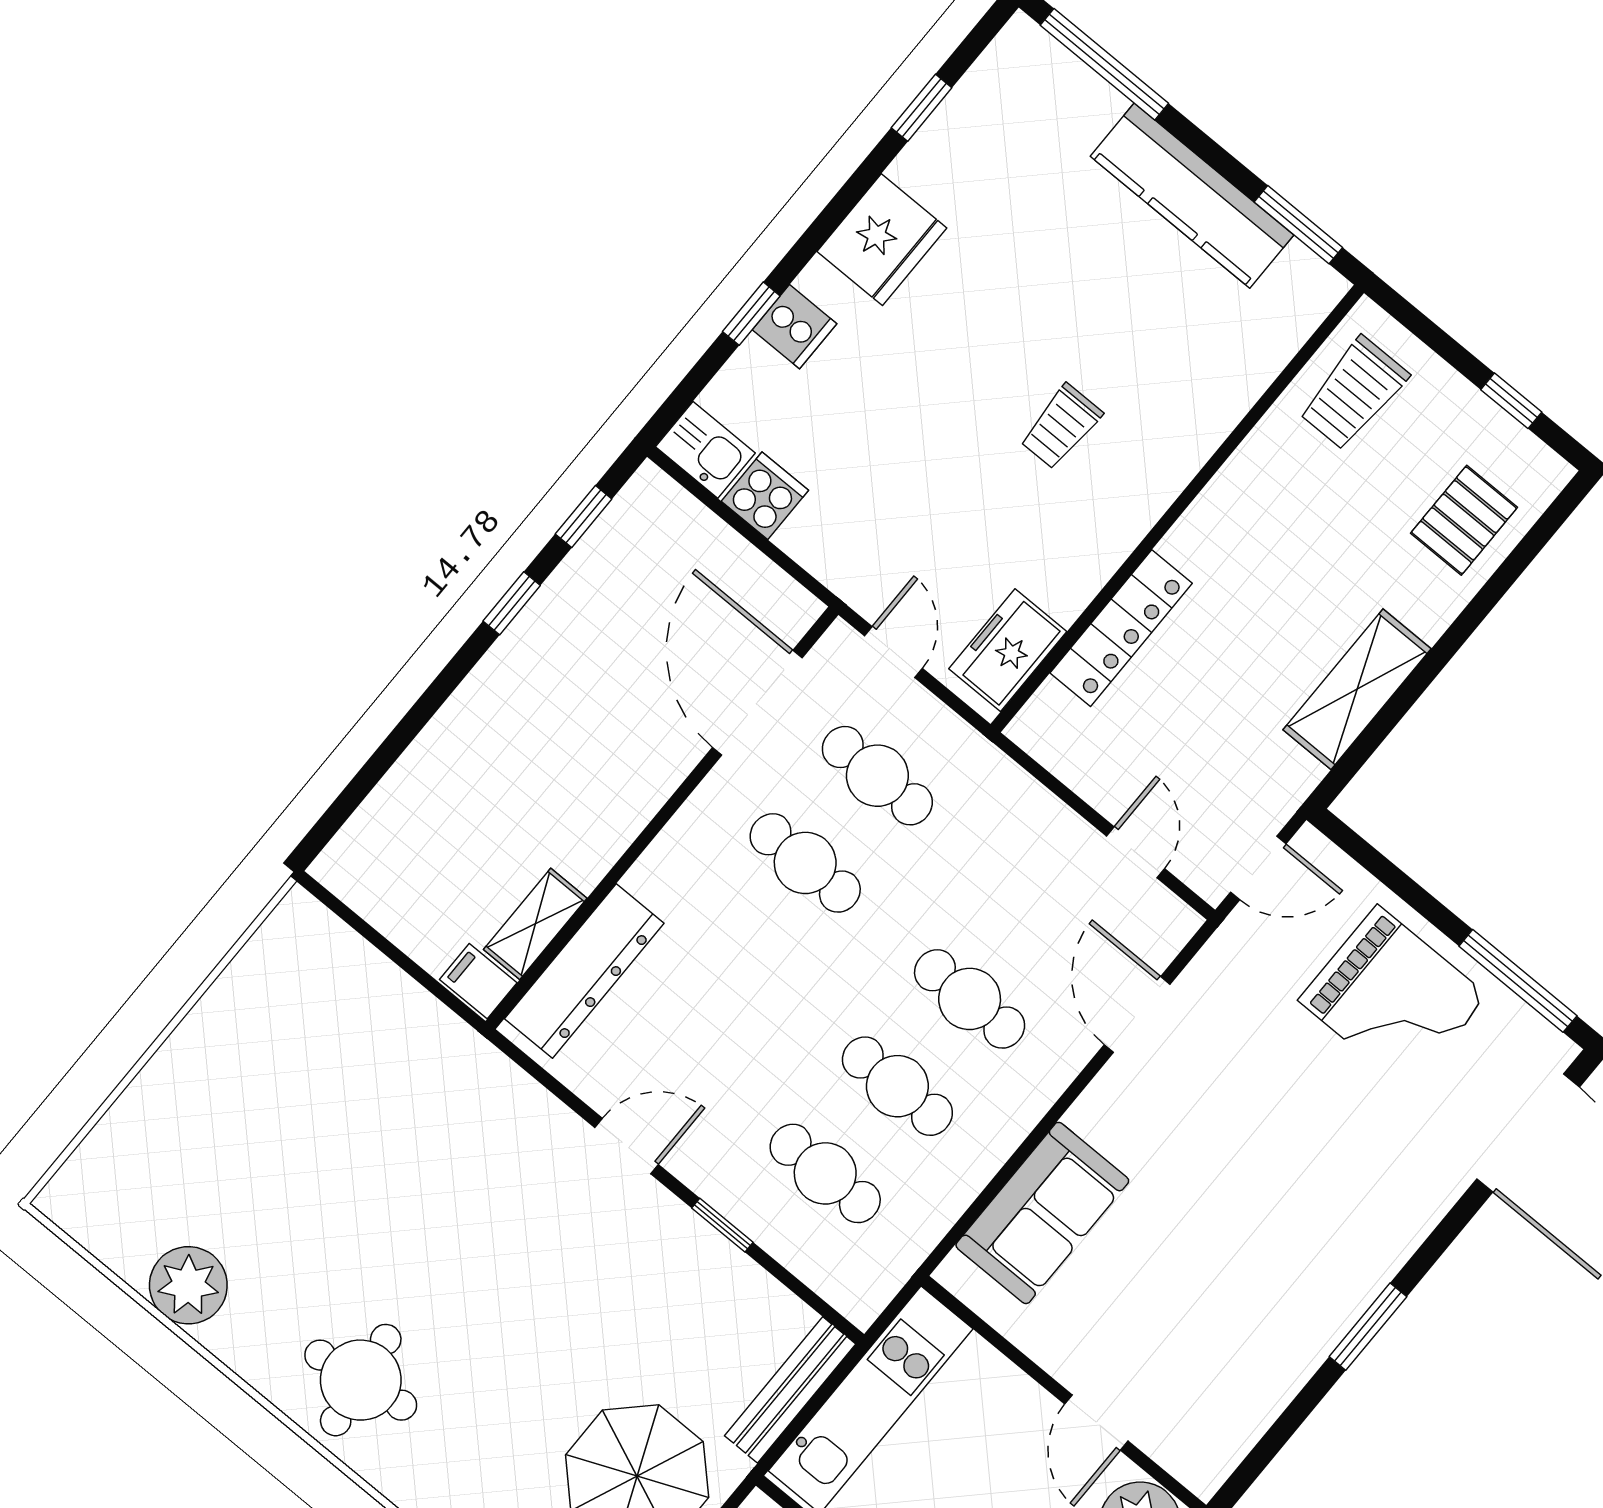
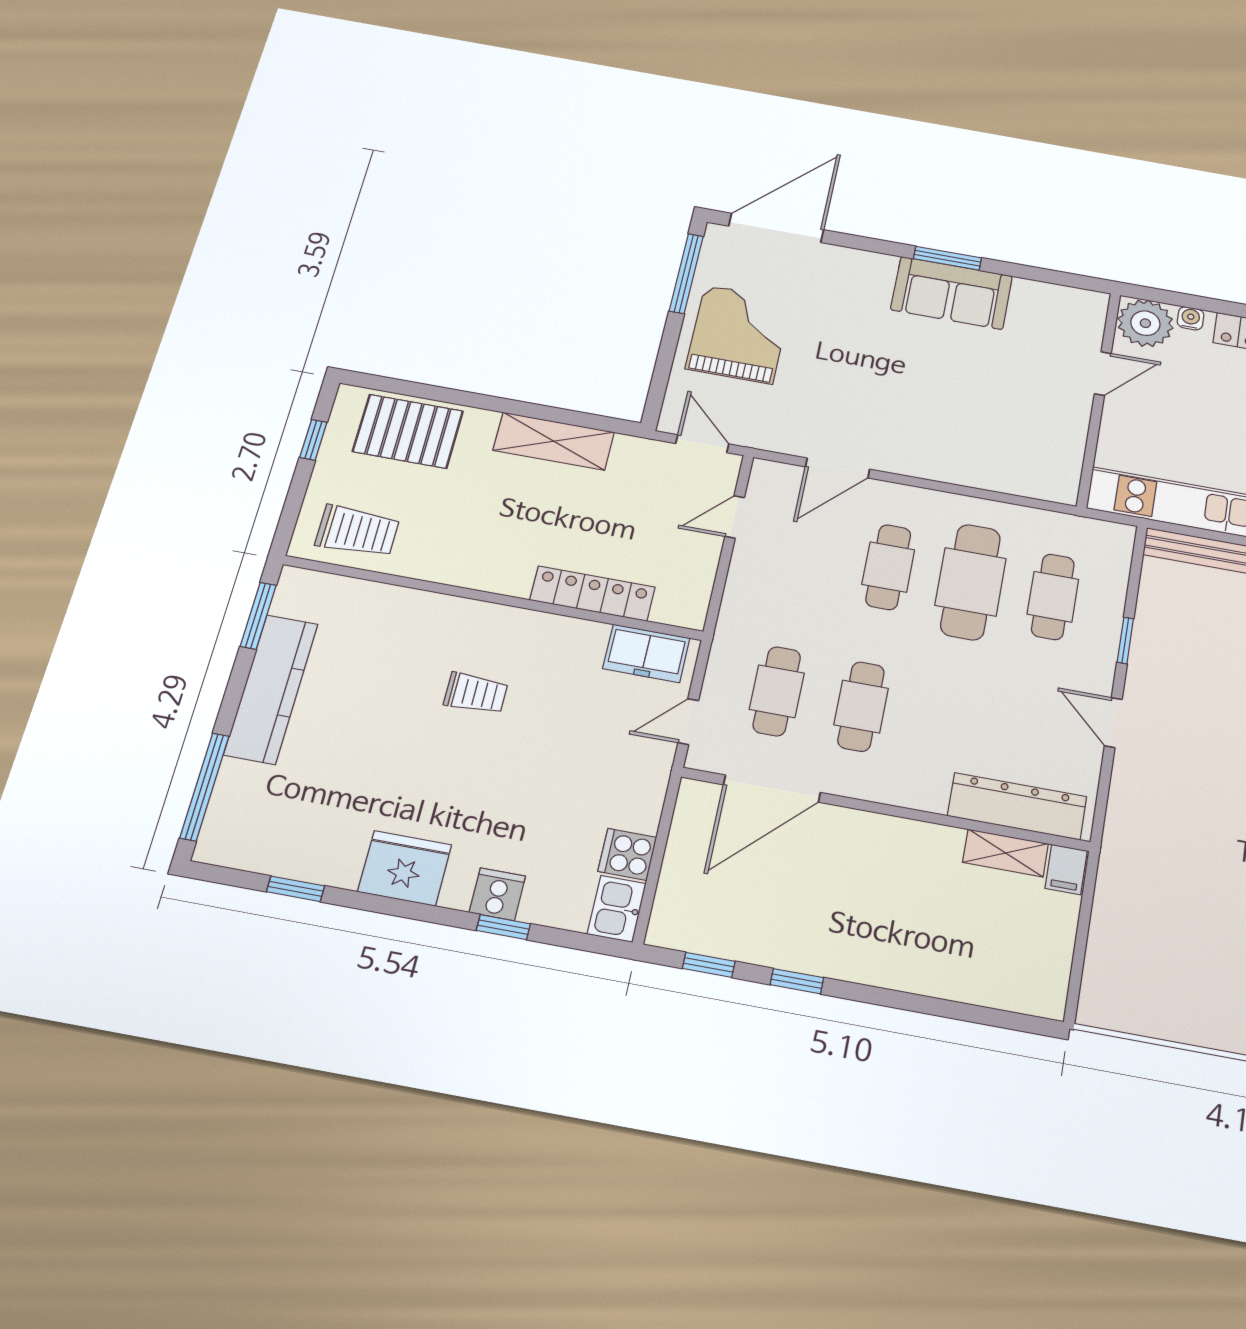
pallet: (1464, 520) -> (408, 431), width x1.50, depth x1.42
cafe table: (897, 1086) -> (970, 582), width x1.37, depth x1.35
sofa: (1042, 1213) -> (952, 293), moved, turned 180

